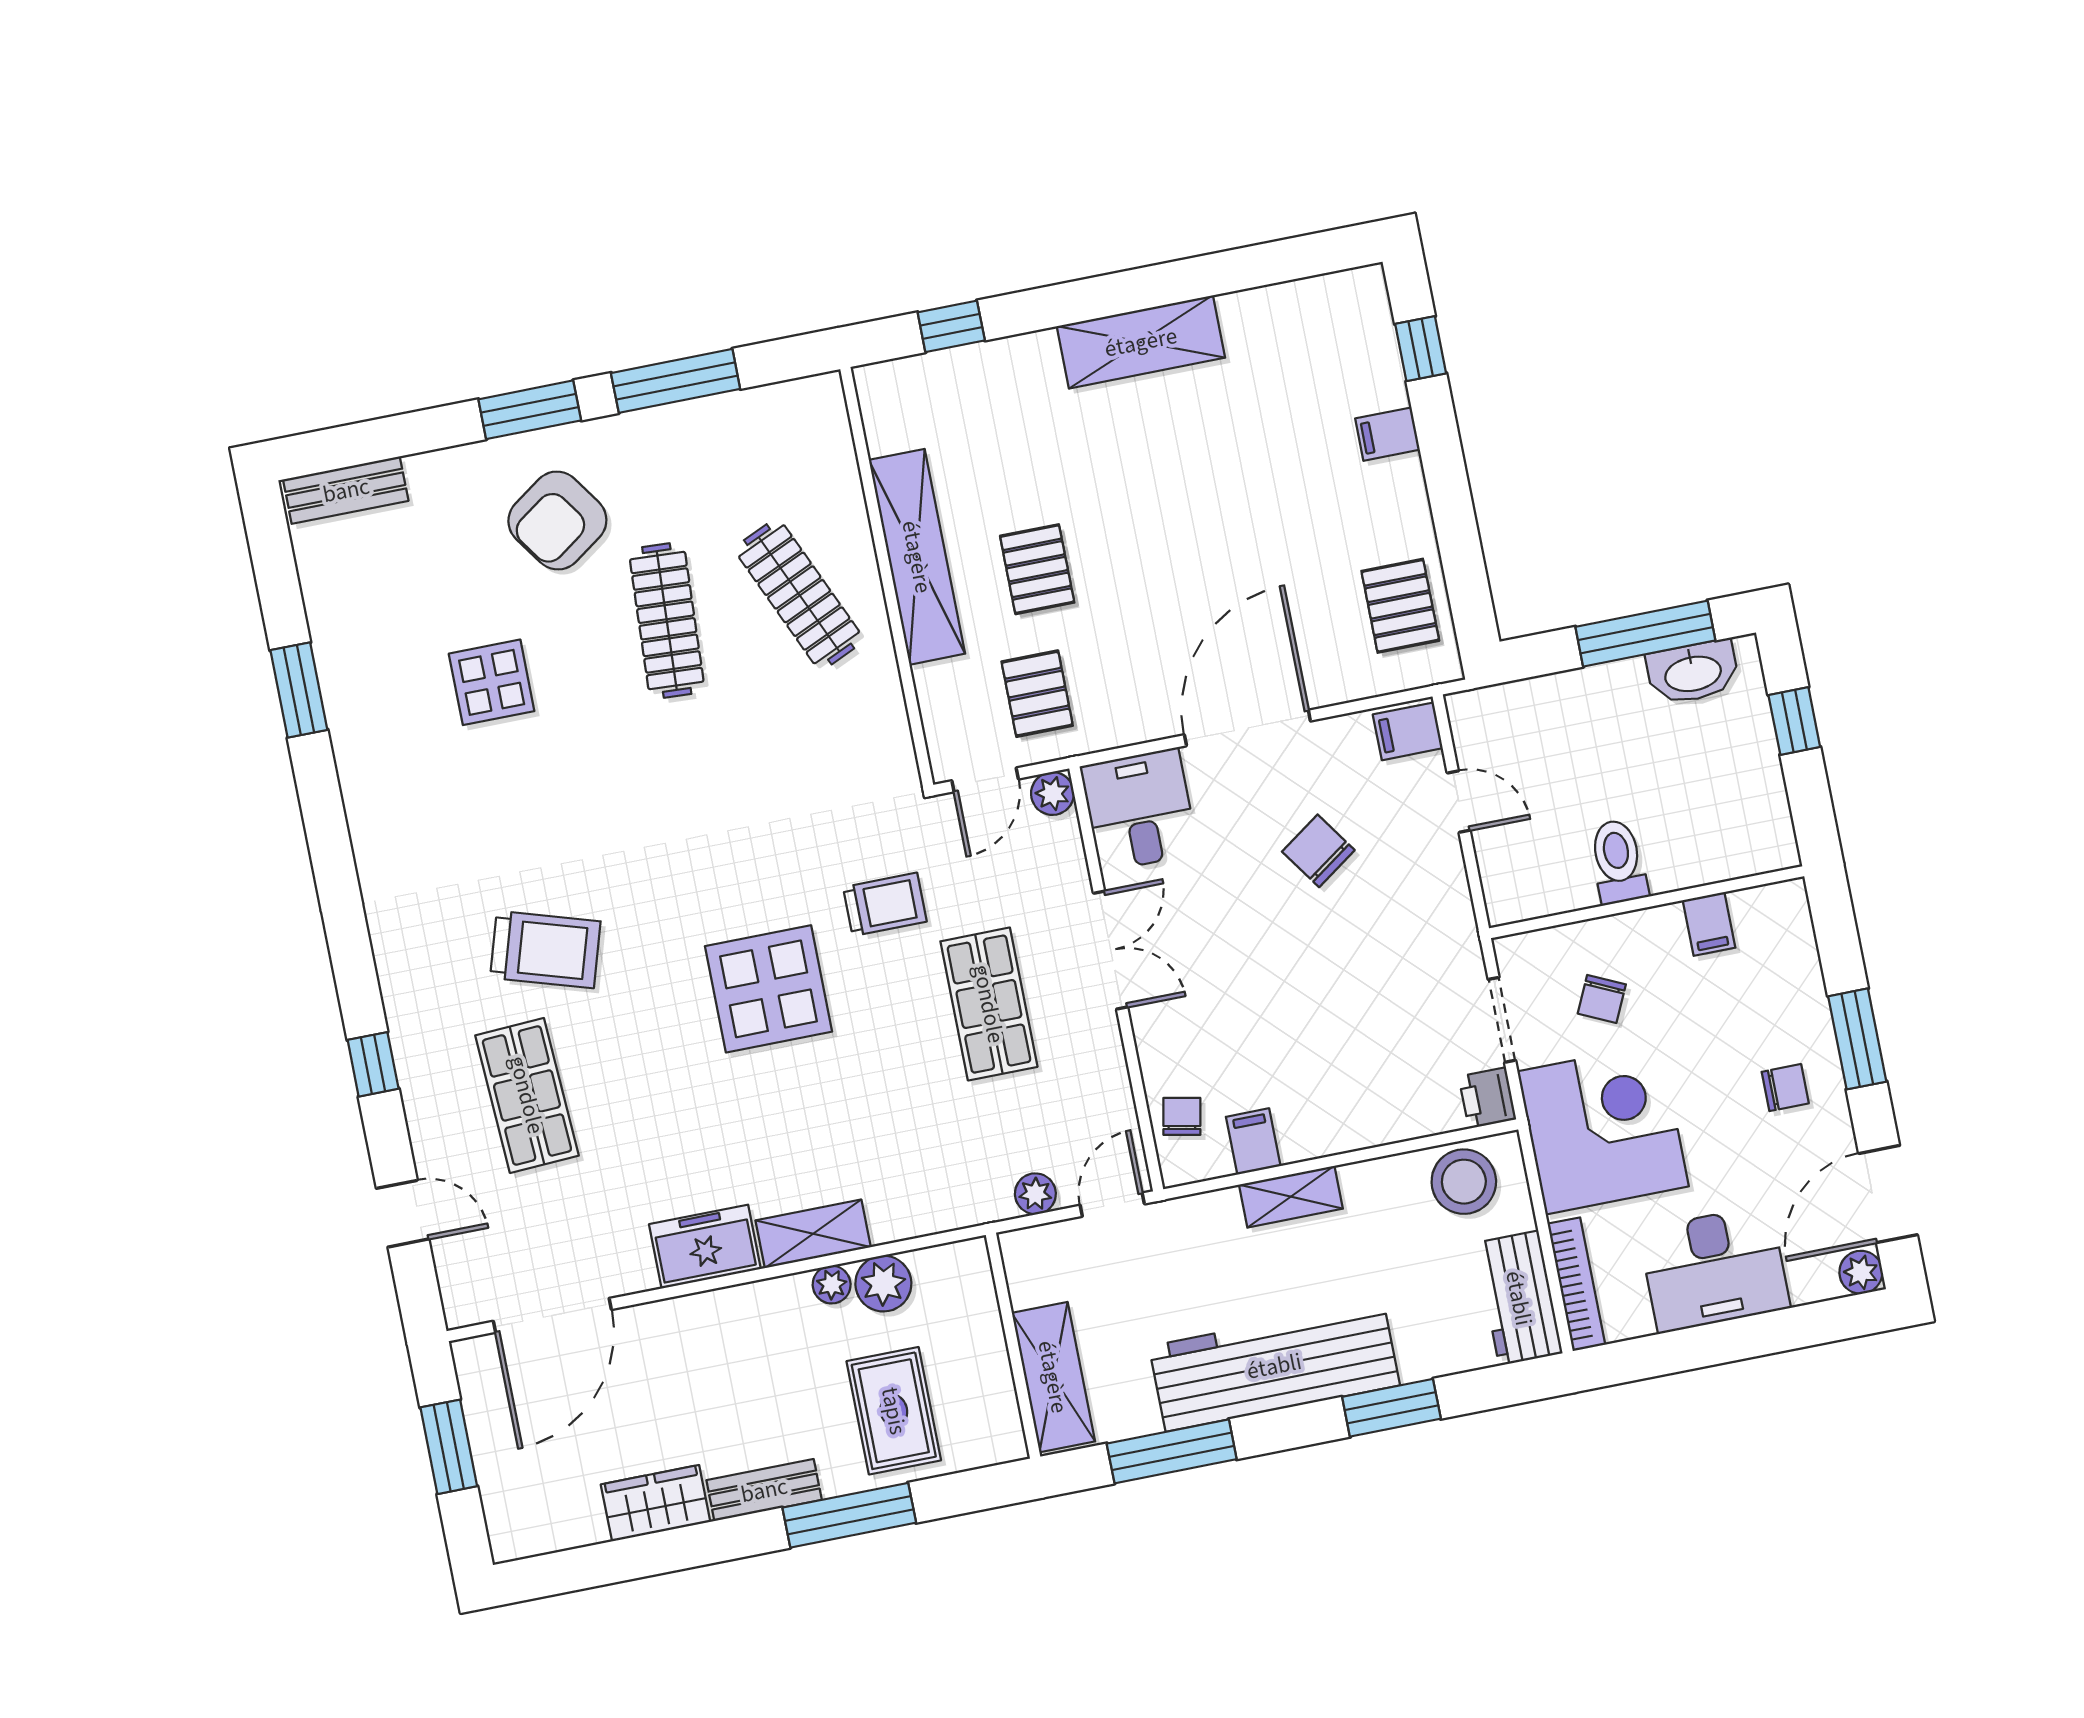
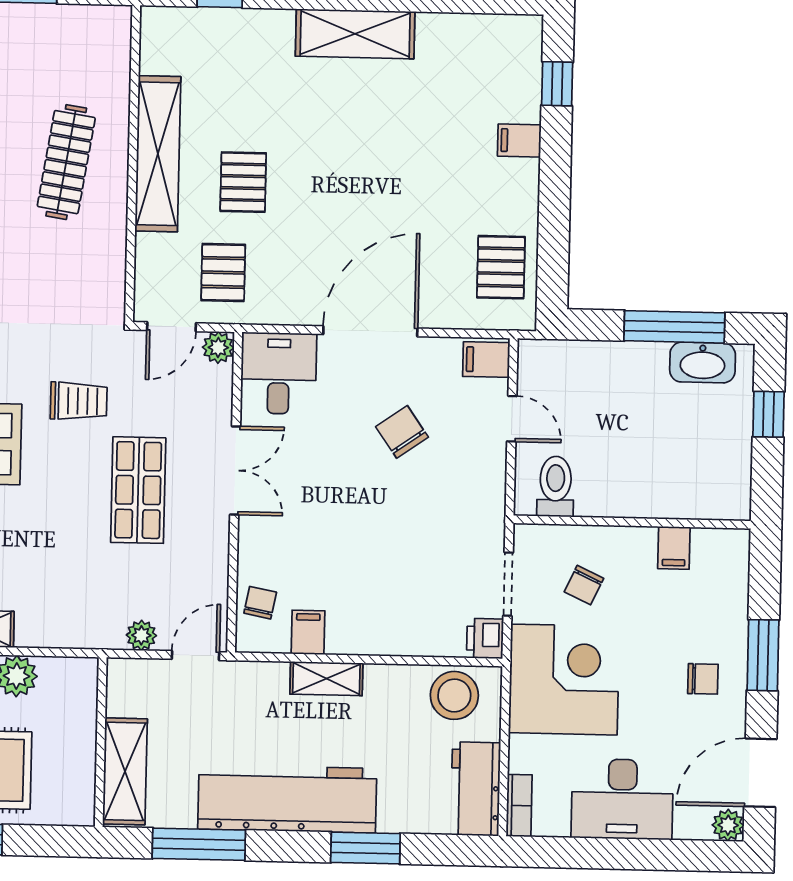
clothes rail: (799, 594) -> (66, 162), turned 33
toilet: (1618, 862) -> (556, 486), moved
bookcase: (1576, 1284) -> (519, 805), width x0.64

